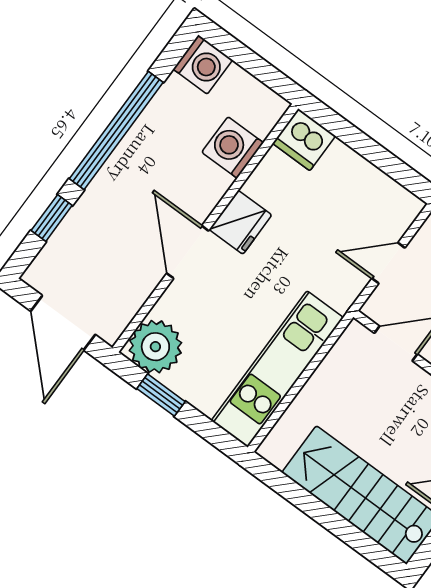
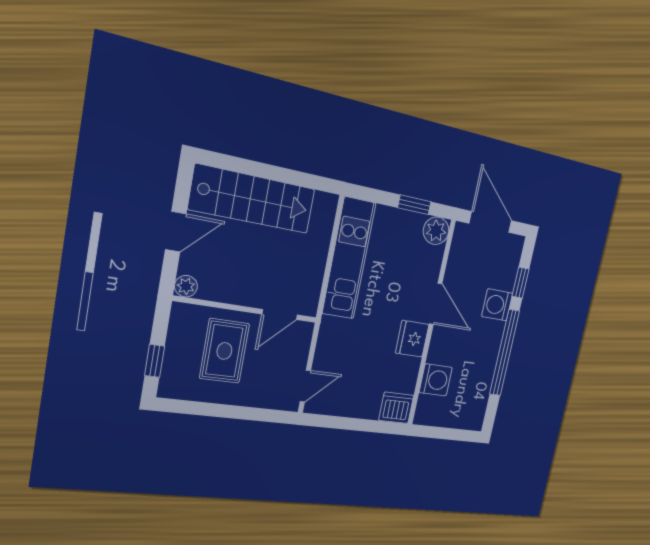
washing machine: (203, 64) -> (497, 305), moved
door: (388, 263) -> (305, 386), moved
plant: (155, 347) -> (436, 231), width x0.73, depth x0.73

